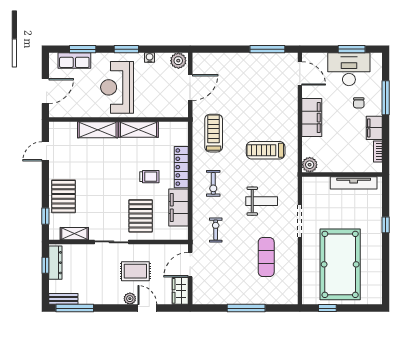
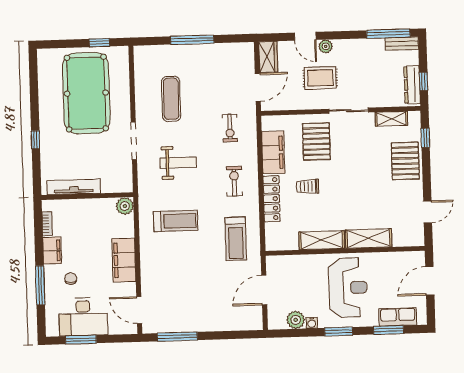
plant: (178, 61) -> (296, 320), moved
weight bench: (262, 201) -> (178, 163), turned 180

